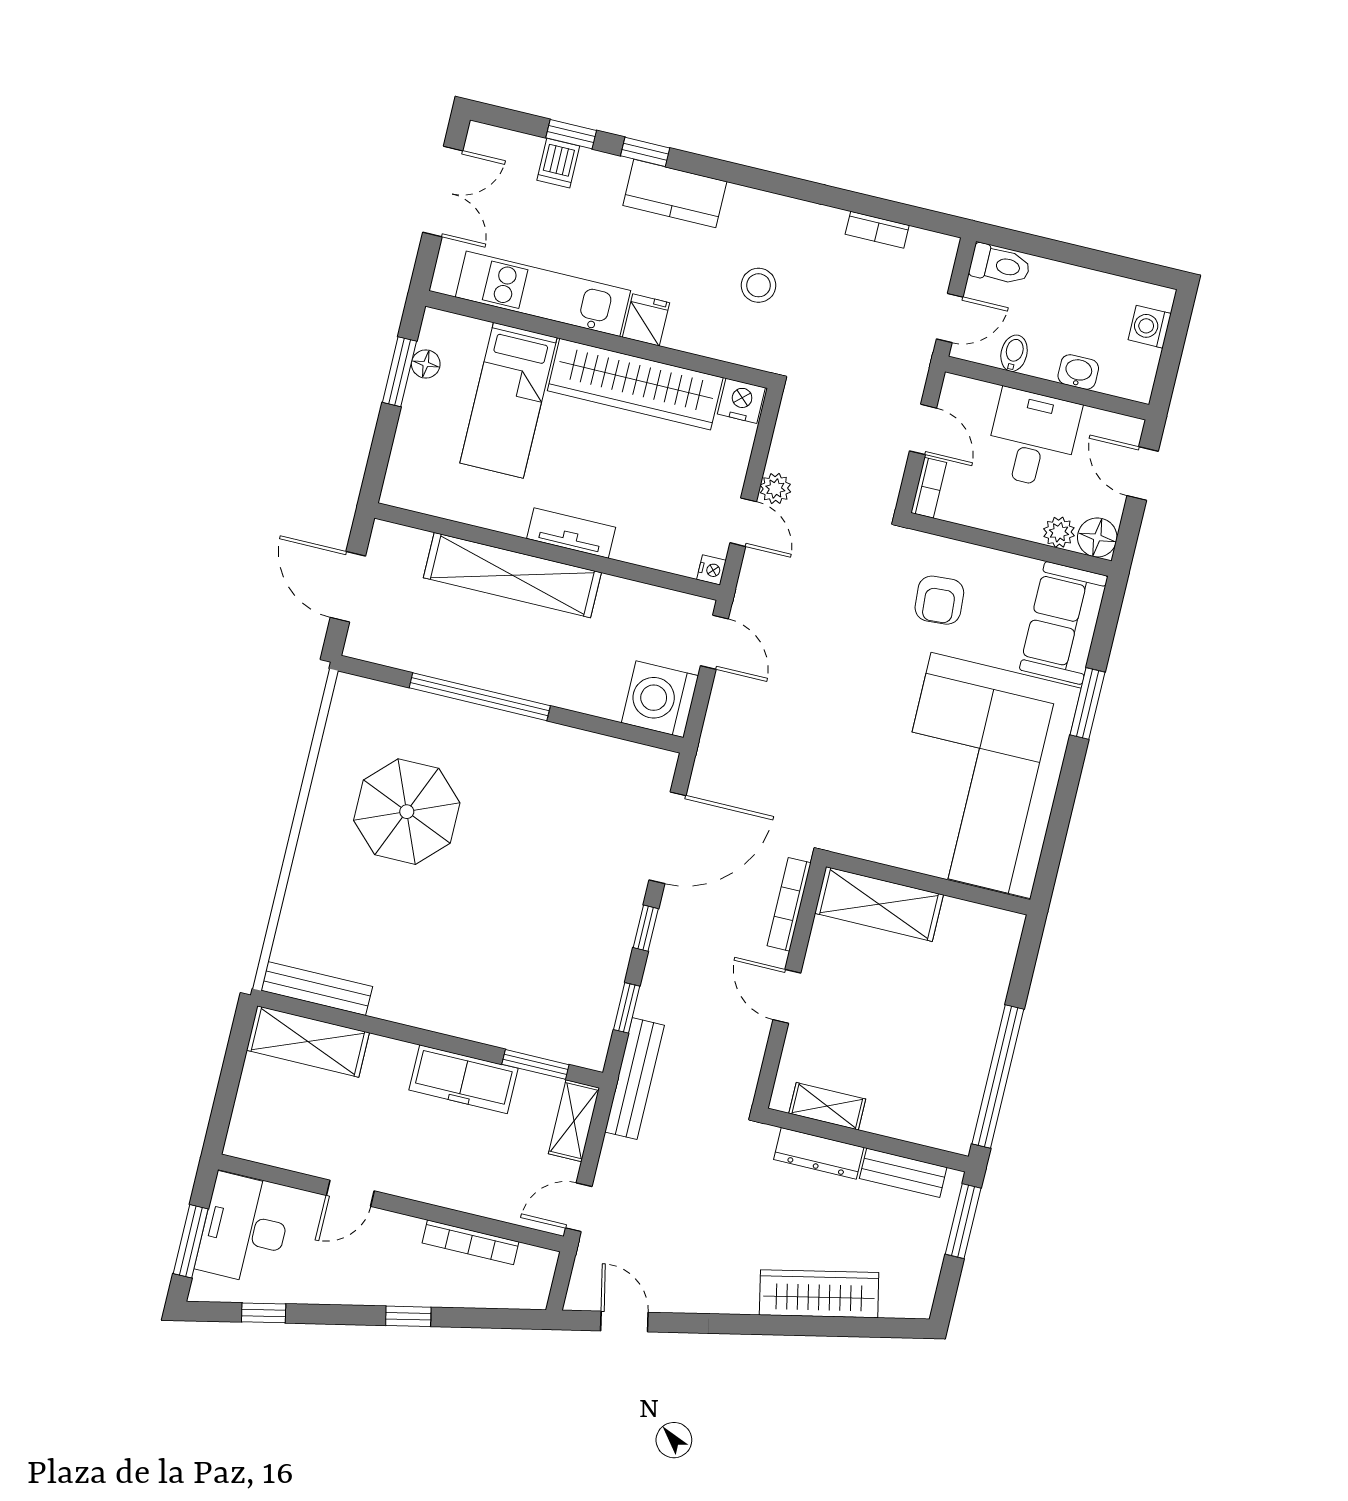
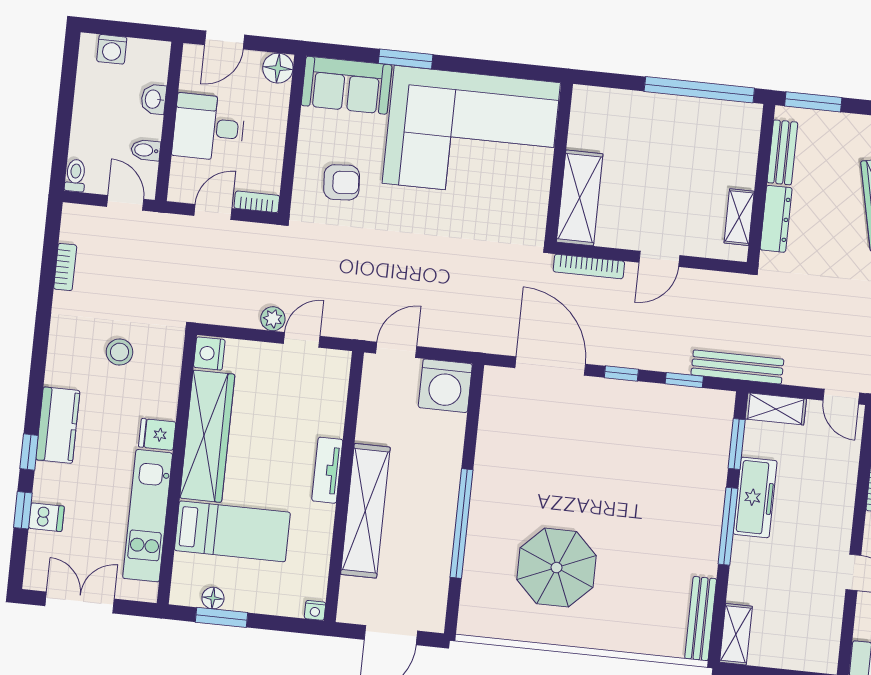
toilet: (1000, 265) -> (75, 175), width x0.73, depth x0.72
plant: (1059, 532) -> (278, 98), removed
nightstand: (711, 570) -> (315, 610), moved, turned 180
window: (431, 1039) -> (728, 526), added
shelving: (308, 1041) -> (736, 634), width x0.67, depth x0.75

